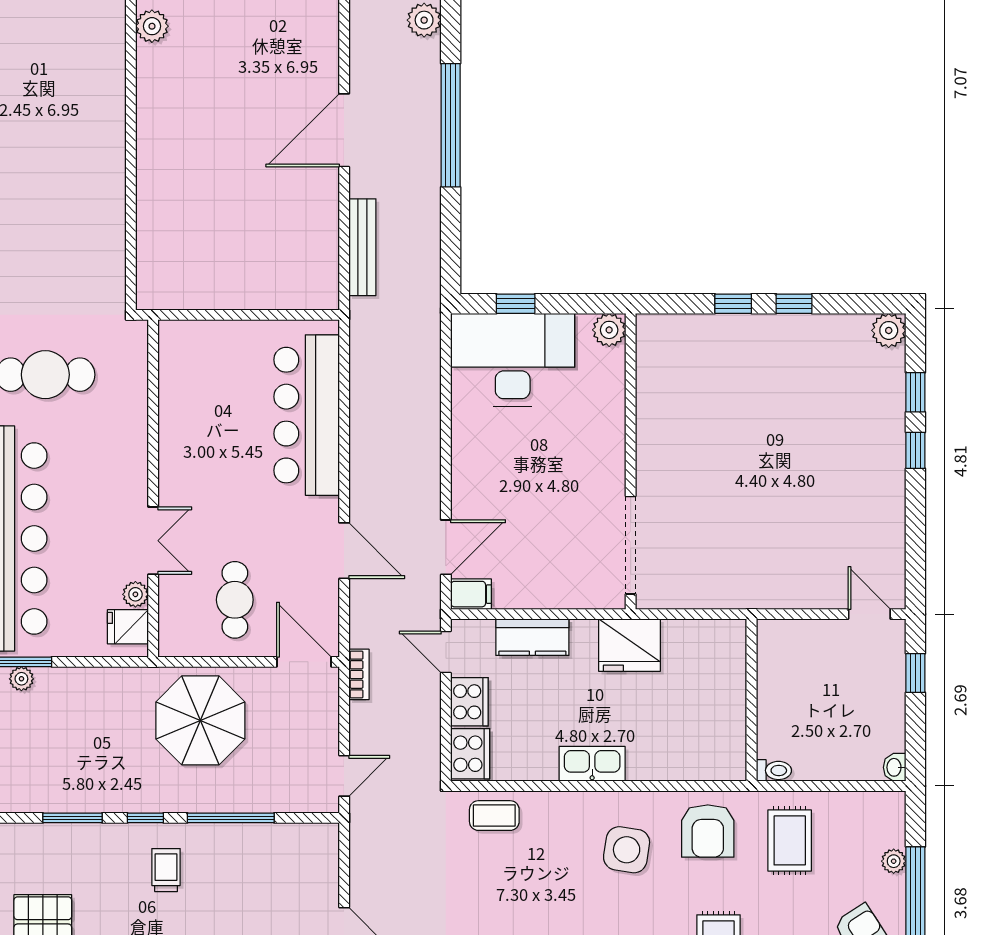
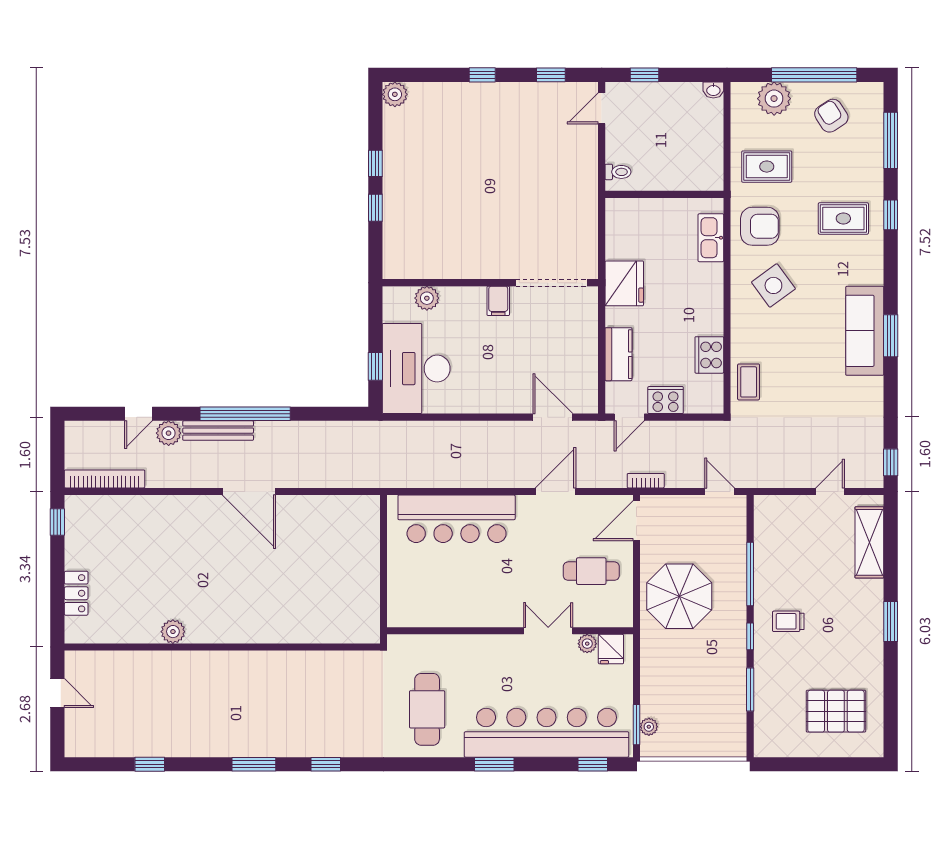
bench: (362, 247) -> (218, 431), moved
plant: (609, 330) -> (427, 298), moved
window: (915, 392) -> (551, 75), moved
filing cabinet: (471, 594) -> (498, 301), moved, turned 180
cooker: (470, 754) -> (709, 355), moved, turned -90
kitchen sink: (592, 764) -> (711, 238), moved
toilet: (774, 770) -> (618, 172), moved, turned 90
side table: (627, 850) -> (773, 285), turned 45
plant: (894, 861) -> (774, 99), width x1.88, depth x1.88

